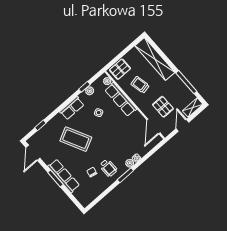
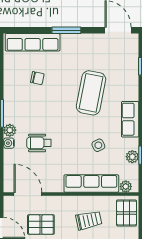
coffee table: (76, 139) -> (91, 93), turned -52
wheelchair: (108, 168) -> (39, 143), moved
row of seats: (64, 176) -> (33, 42), moved

